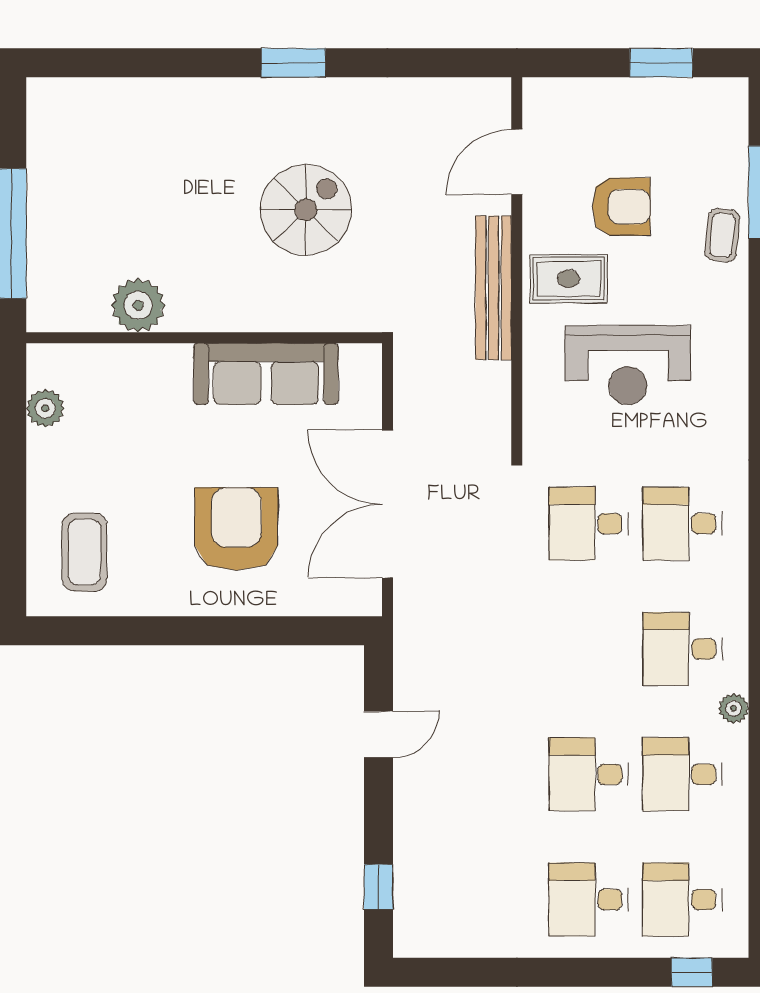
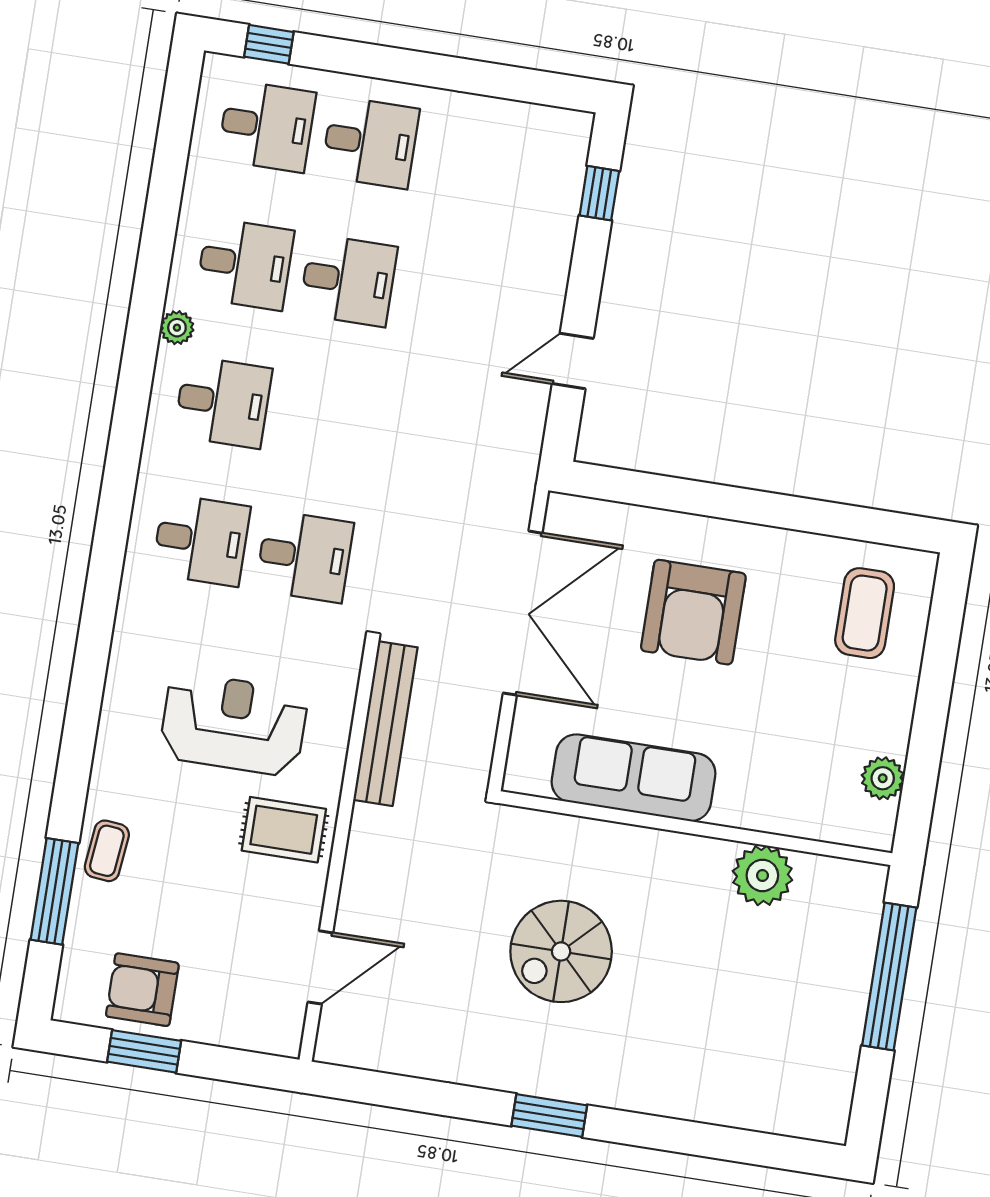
armchair: (621, 207) -> (142, 990), moved
bench: (494, 288) -> (385, 724), moved

